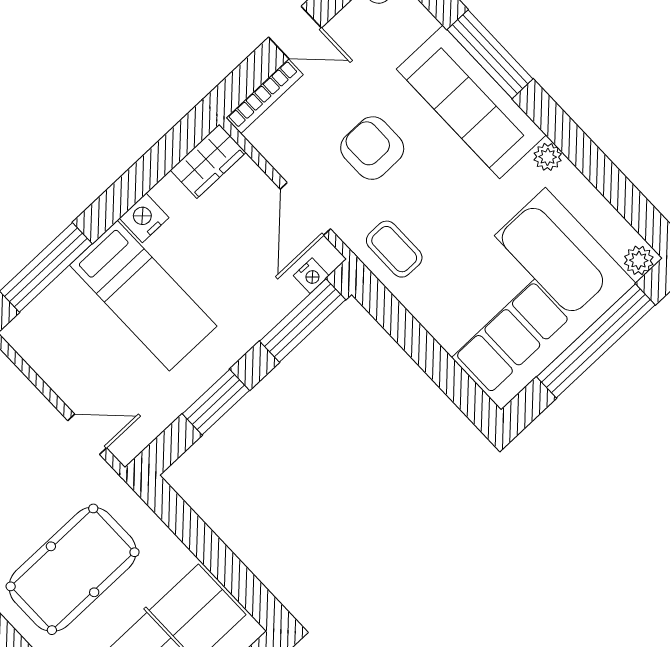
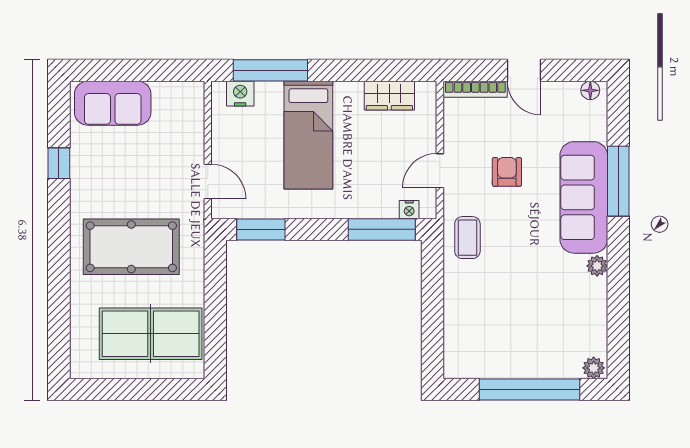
armchair: (372, 148) -> (507, 172), width x0.72, depth x0.72
wardrobe: (208, 161) -> (389, 96), moved
door: (305, 209) -> (440, 171), width x0.73
nightstand: (144, 218) -> (240, 94), moved
corner sofa: (523, 299) -> (512, 330), removed
window: (216, 402) -> (261, 229), moved

